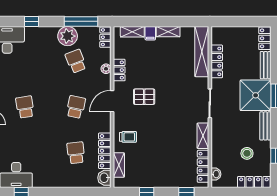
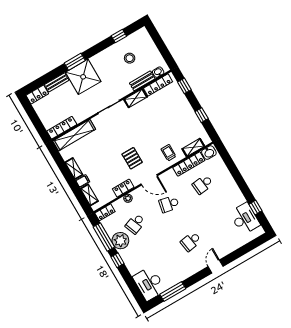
window: (31, 21) -> (117, 260), moved
locker: (217, 61) -> (62, 128), moved
bench: (265, 126) -> (142, 81), moved
locker: (254, 182) -> (148, 41), removed

